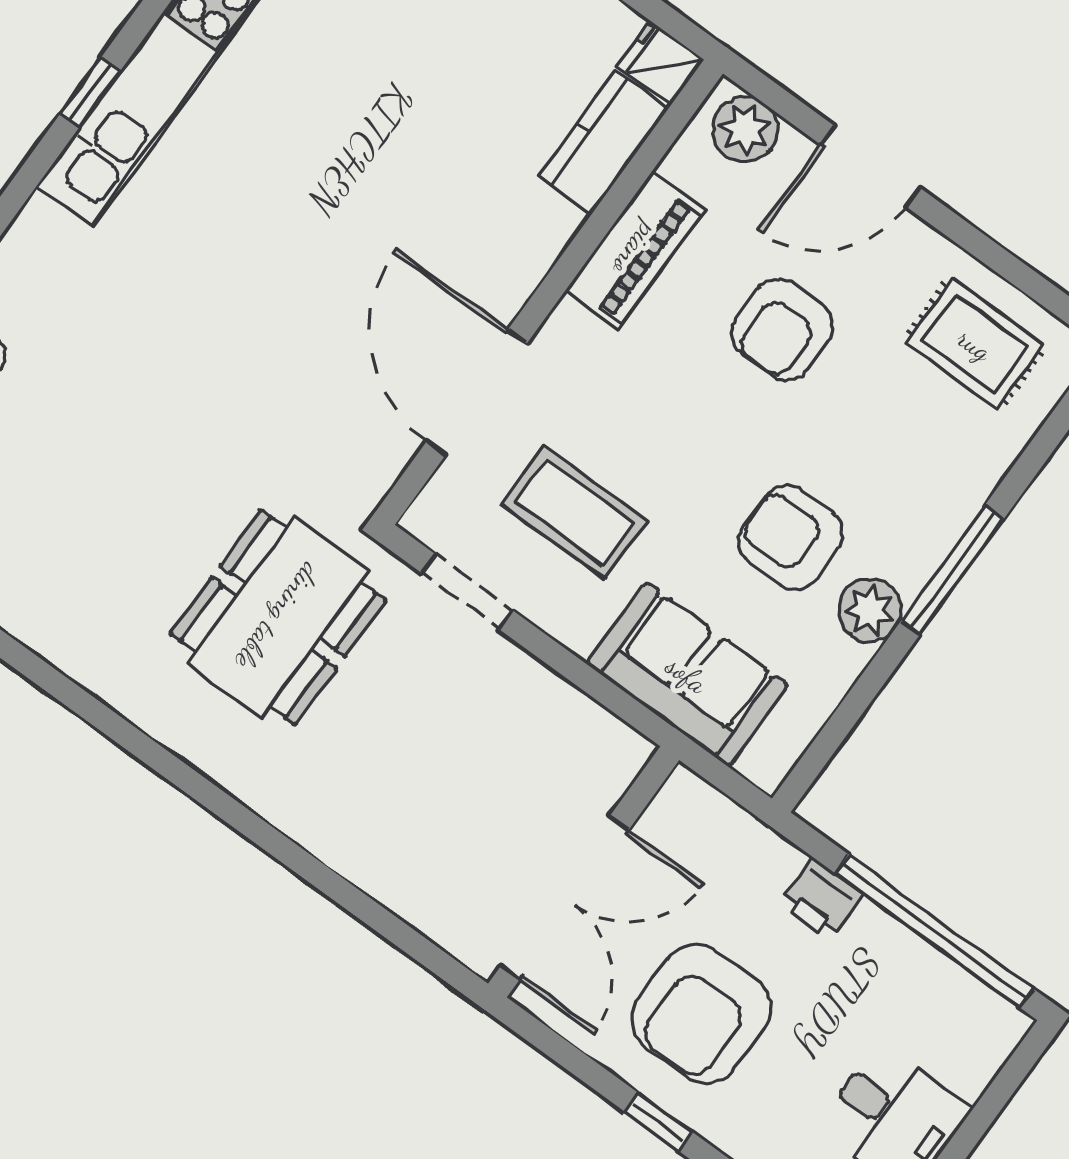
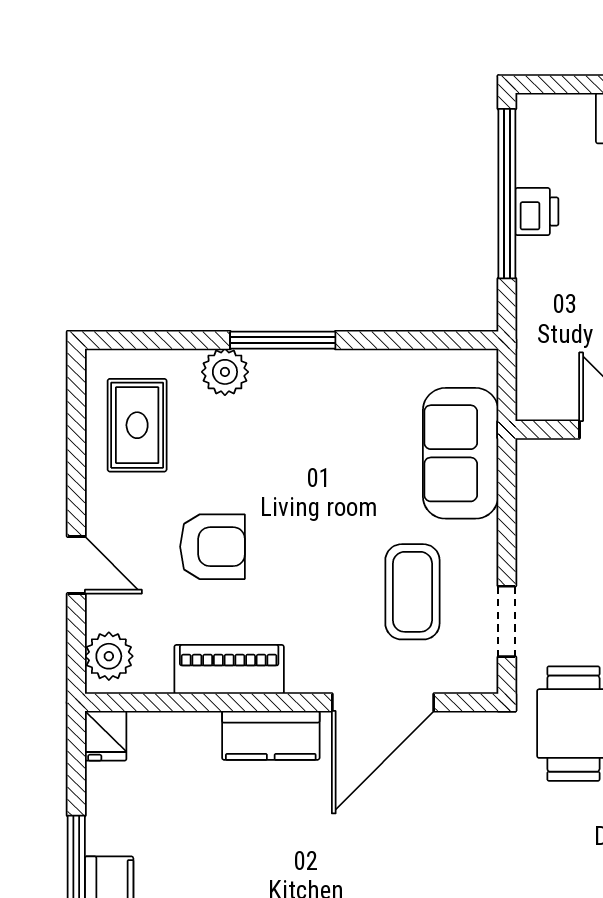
kitchen counter: (603, 143) -> (271, 735), moved
door: (870, 166) -> (76, 565), width x0.73
armchair: (790, 537) -> (333, 451), removed
plant: (870, 610) -> (225, 372), moved
printer: (821, 899) -> (537, 212), moved

